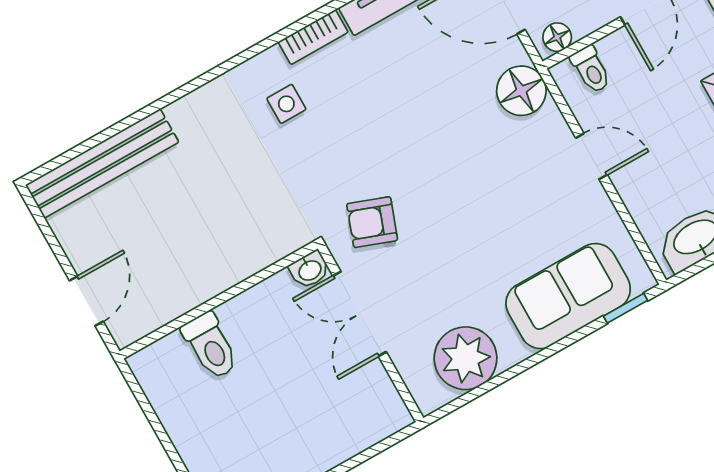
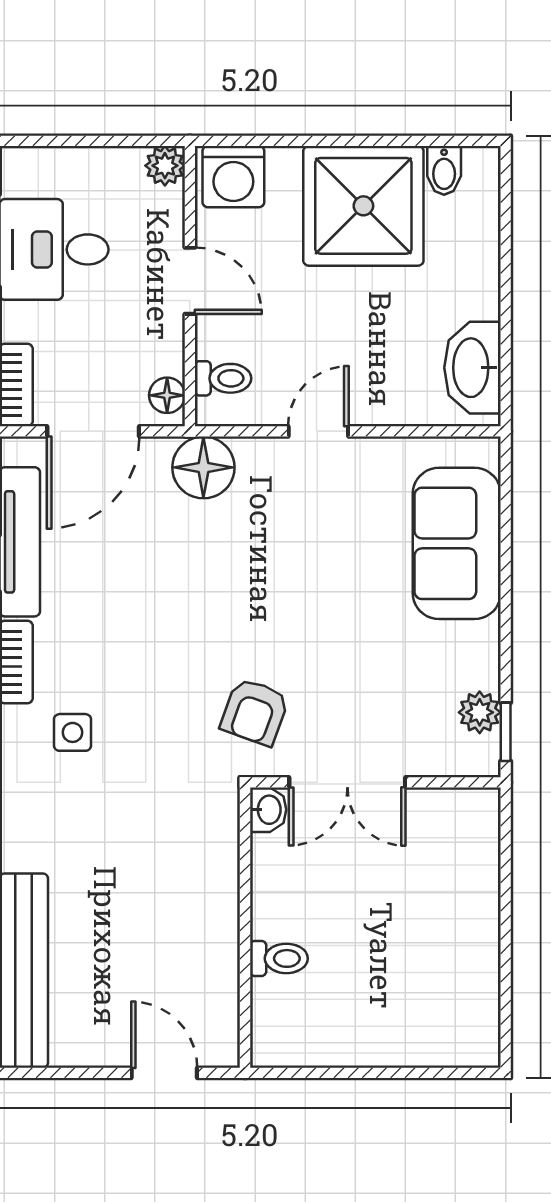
window: (626, 308) -> (506, 732), moved
toilet: (210, 346) -> (279, 958), width x0.73, depth x0.72
plant: (466, 358) -> (480, 712), width x0.53, depth x0.53

